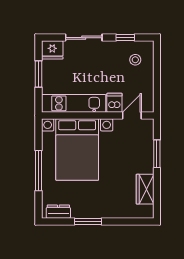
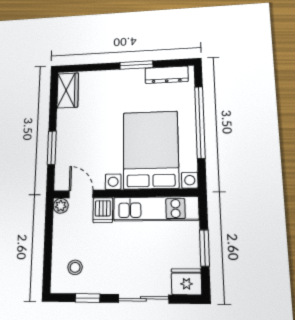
plant: (148, 107) -> (61, 206), added
door: (132, 116) -> (81, 194), swing flipped
window: (38, 171) -> (200, 122), width x1.46
wardrobe: (145, 189) -> (68, 90), moved
dresser: (58, 212) -> (167, 75), width x1.44

